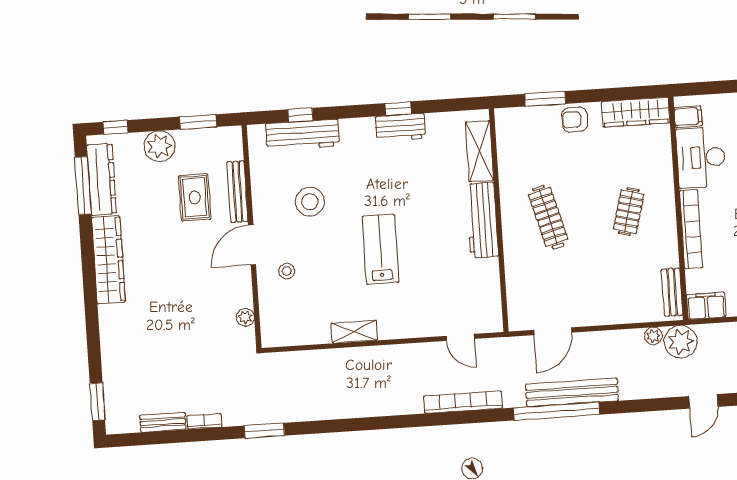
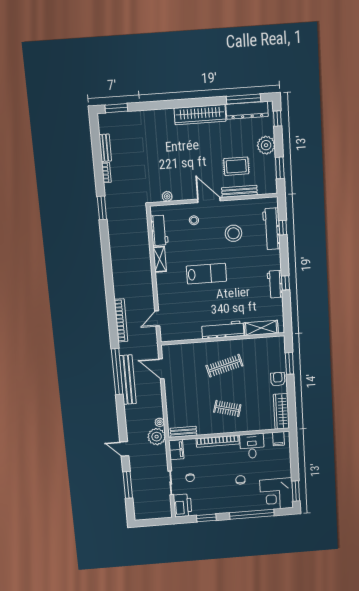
desk: (701, 157) -> (252, 446), width x0.73
workbench: (304, 332) -> (159, 230), added

